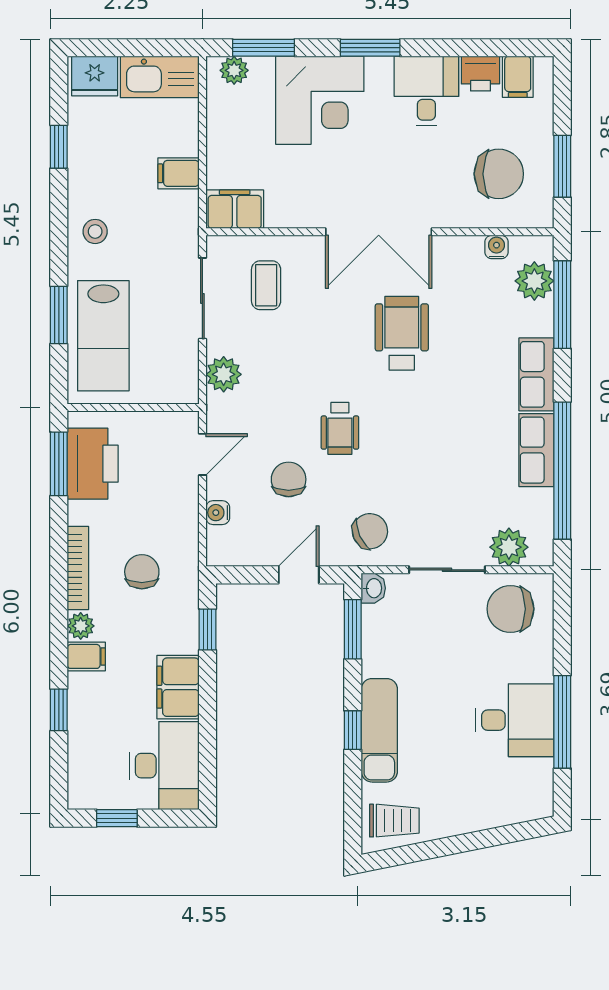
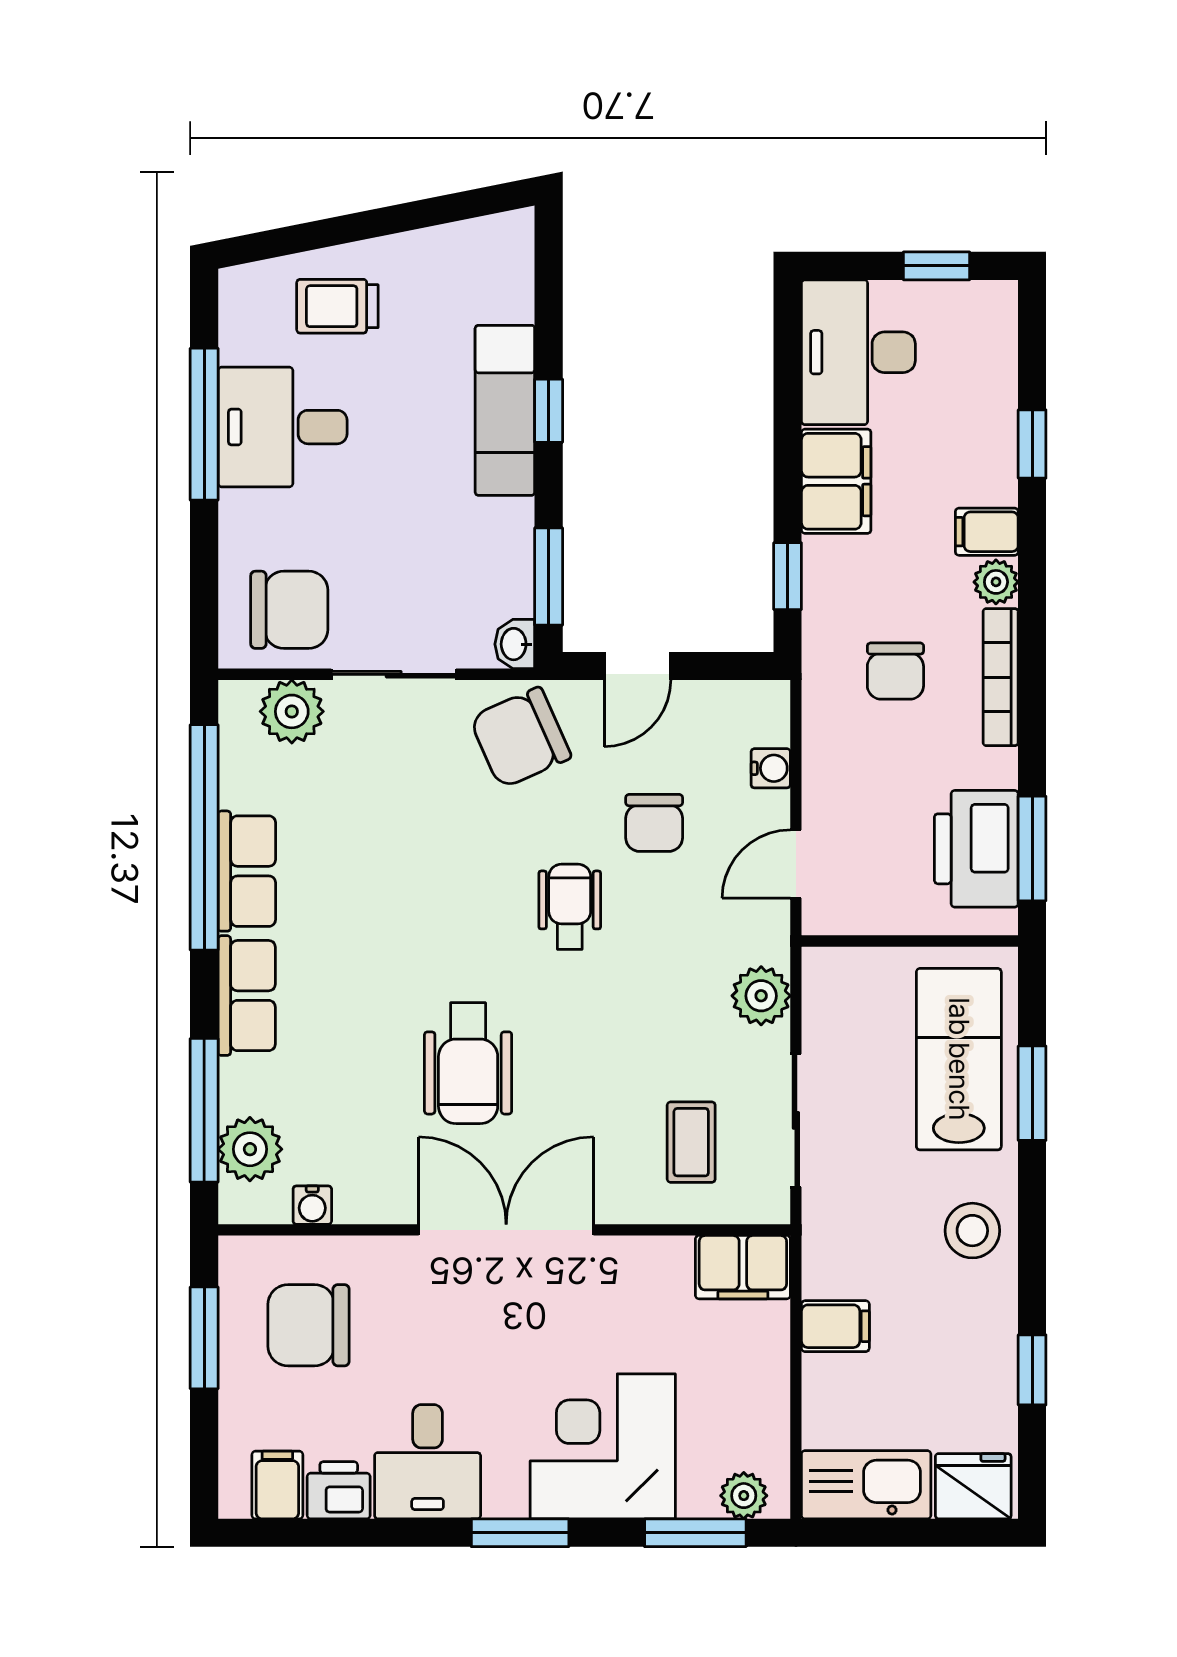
stool: (95, 231) -> (972, 1231), width x1.37, depth x1.37
chair: (370, 531) -> (520, 738), width x1.37, depth x1.37
trolley: (394, 821) -> (337, 306), moved

